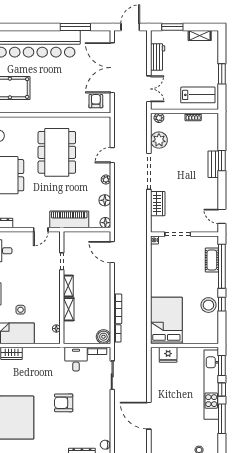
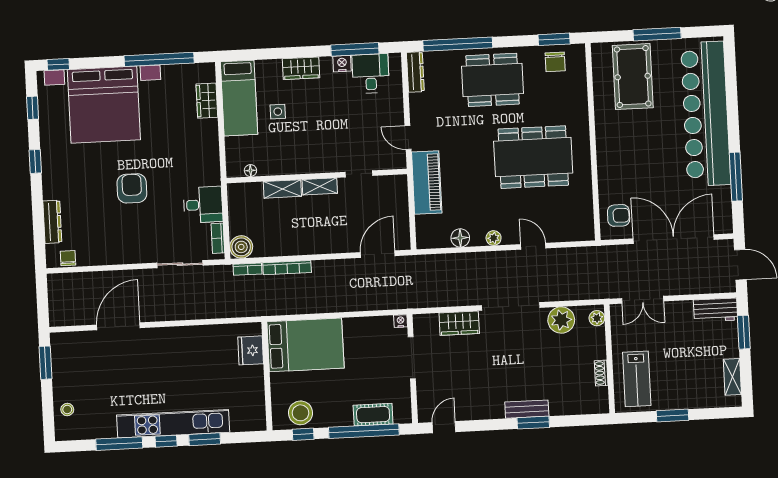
workbench: (158, 57) -> (715, 310), moved
floor lamp: (105, 223) -> (424, 241), removed
bed: (166, 320) -> (305, 345), moved
wall: (185, 345) -> (267, 376), moved
fridge: (168, 355) -> (251, 350), moved

